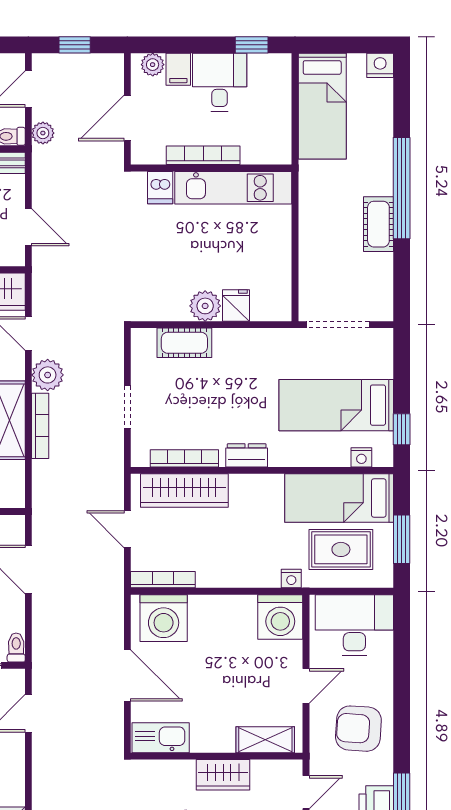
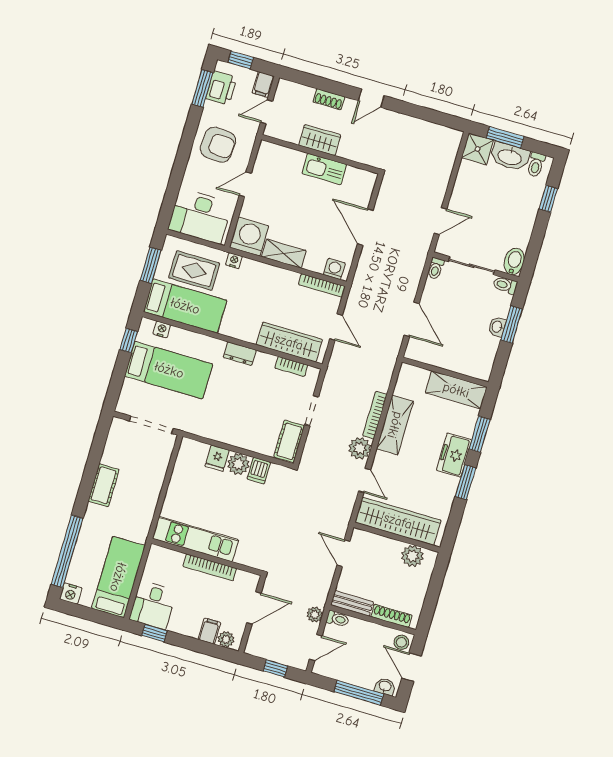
desk: (220, 82) -> (153, 605), moved
dishwasher: (160, 188) -> (259, 471), moved, turned 180
window: (402, 188) -> (67, 551), moved
cot: (184, 343) -> (289, 441), moved, turned 90
bookcase: (184, 458) -> (291, 367), width x0.64
washing machine: (164, 618) -> (334, 269), width x0.53, depth x0.53
kitchen sink: (161, 738) -> (324, 169), moved
shelving: (265, 740) -> (284, 254), moved

